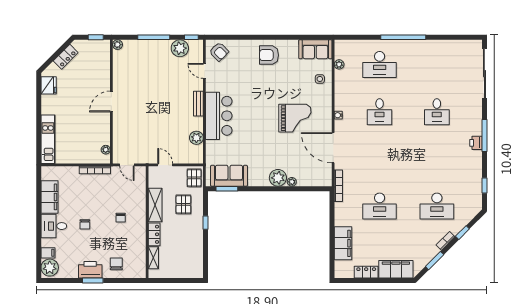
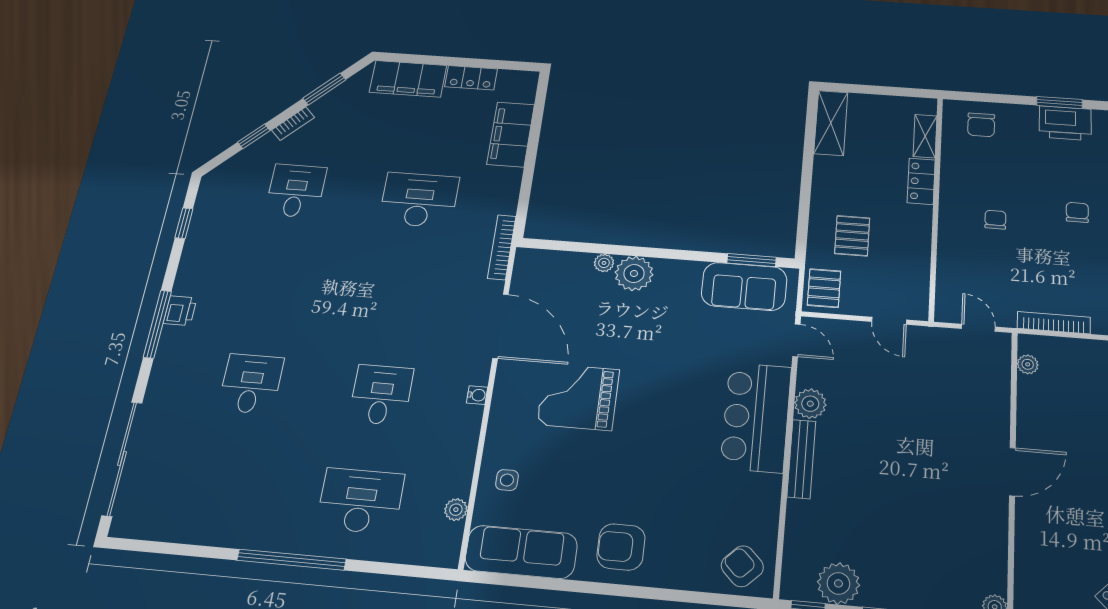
sofa: (315, 49) -> (521, 552), width x1.36
armchair: (269, 55) -> (621, 547), turned 180
door: (204, 71) -> (796, 340), moved
bench: (198, 104) -> (801, 459), width x1.36
plant: (196, 138) -> (810, 404), moved
shelving: (155, 205) -> (831, 123), moved
desk: (437, 206) -> (296, 191), width x0.73
window: (206, 223) -> (805, 196), removed
chair: (116, 264) -> (981, 125), moved

